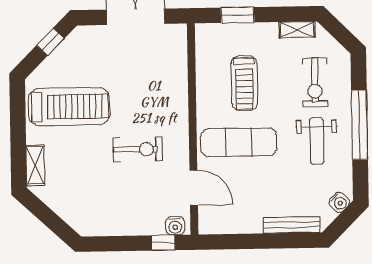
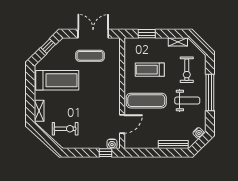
exercise mat: (130, 59) -> (90, 56), added
treadmill: (244, 83) -> (150, 70), turned 90
weight bench: (317, 141) -> (187, 101), turned -90
exercise bike: (138, 149) -> (65, 129), moved
door: (194, 188) -> (122, 124), hinge flipped

